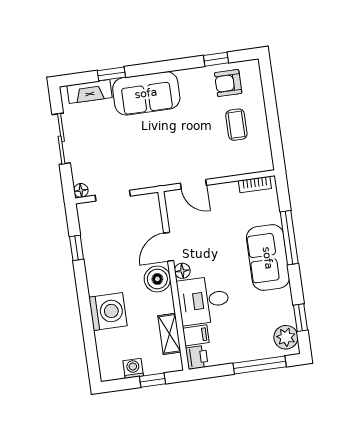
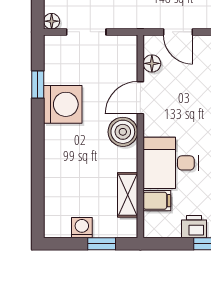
floor lamp: (182, 271) -> (152, 63), moved
washing machine: (108, 311) -> (63, 104), moved
printer: (197, 357) -> (194, 227), moved, turned -90

